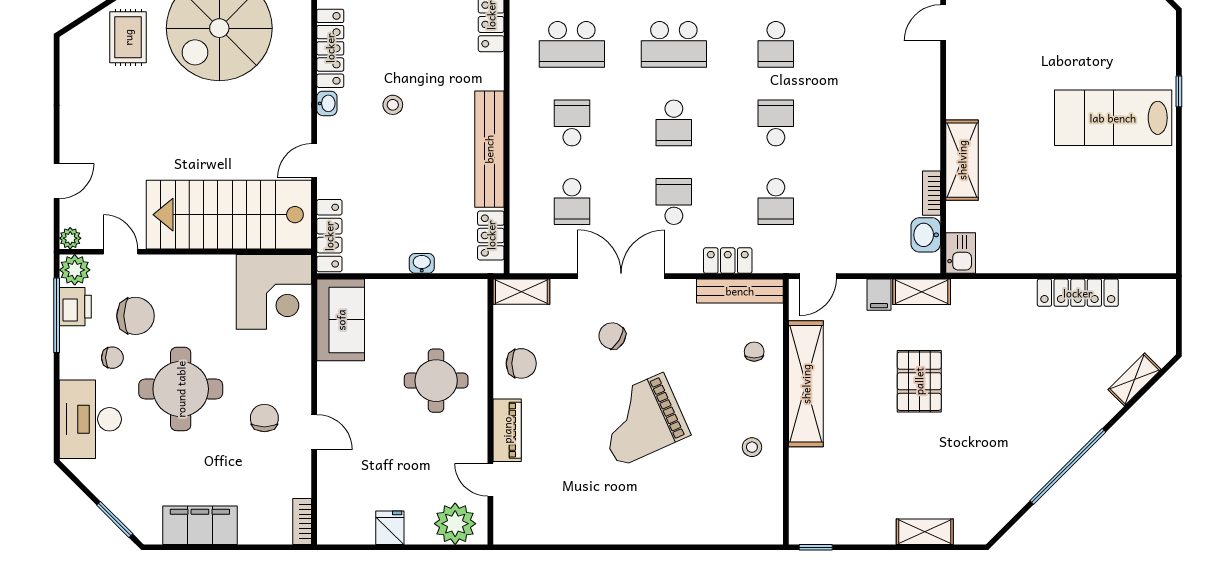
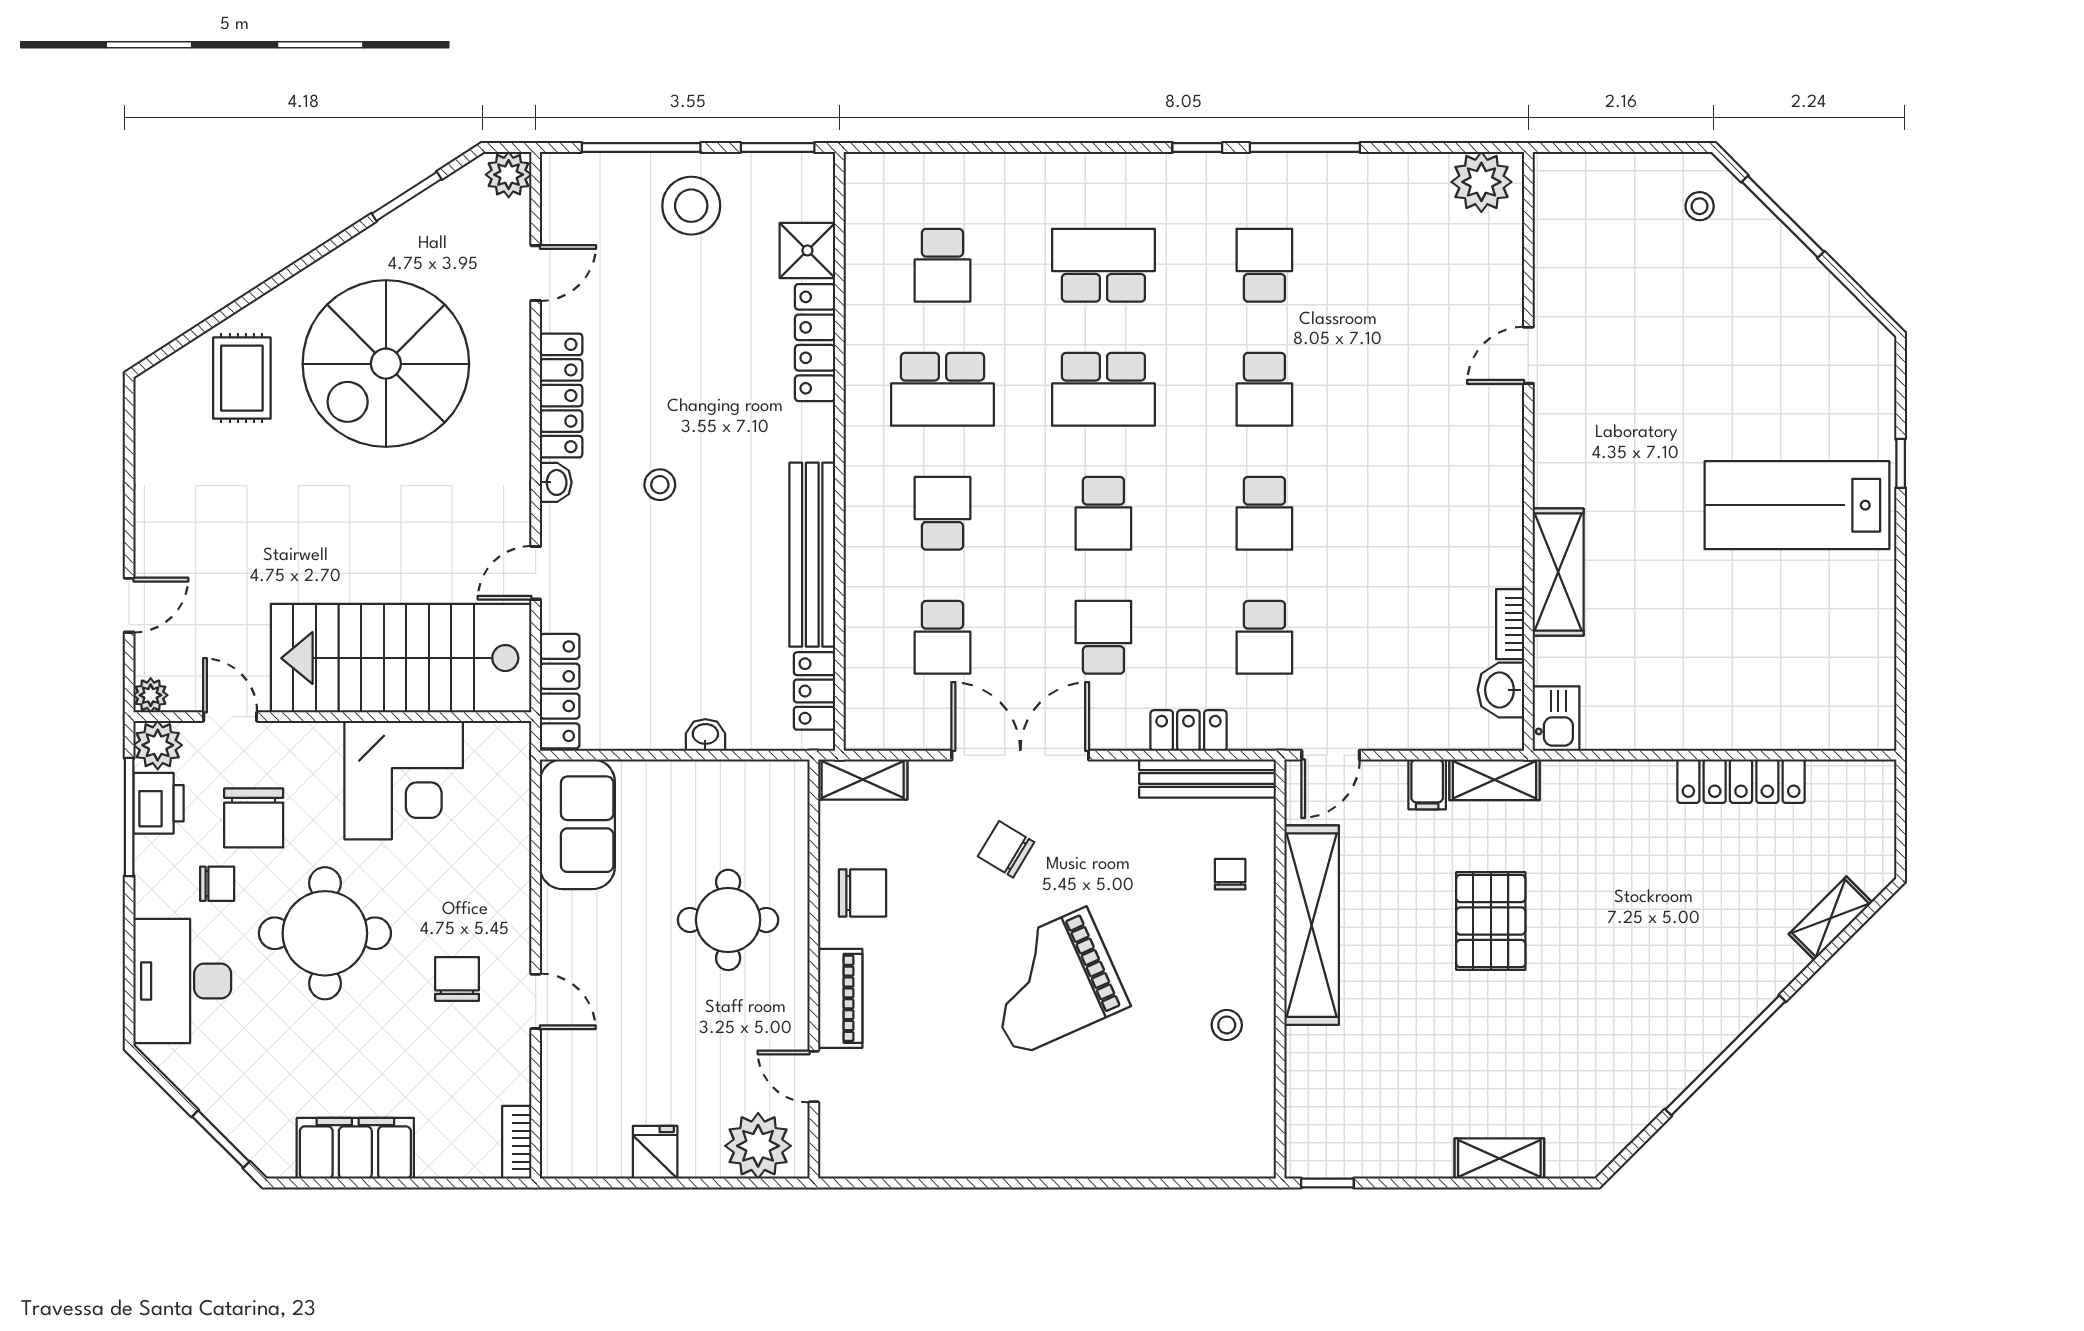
school desk: (776, 123) -> (1264, 513), turned 180
corner desk: (274, 292) -> (404, 780), moved
chair: (136, 316) -> (254, 818), turned 90

